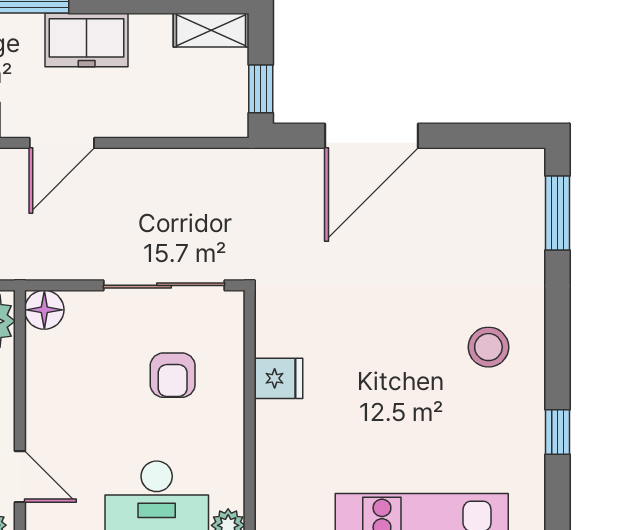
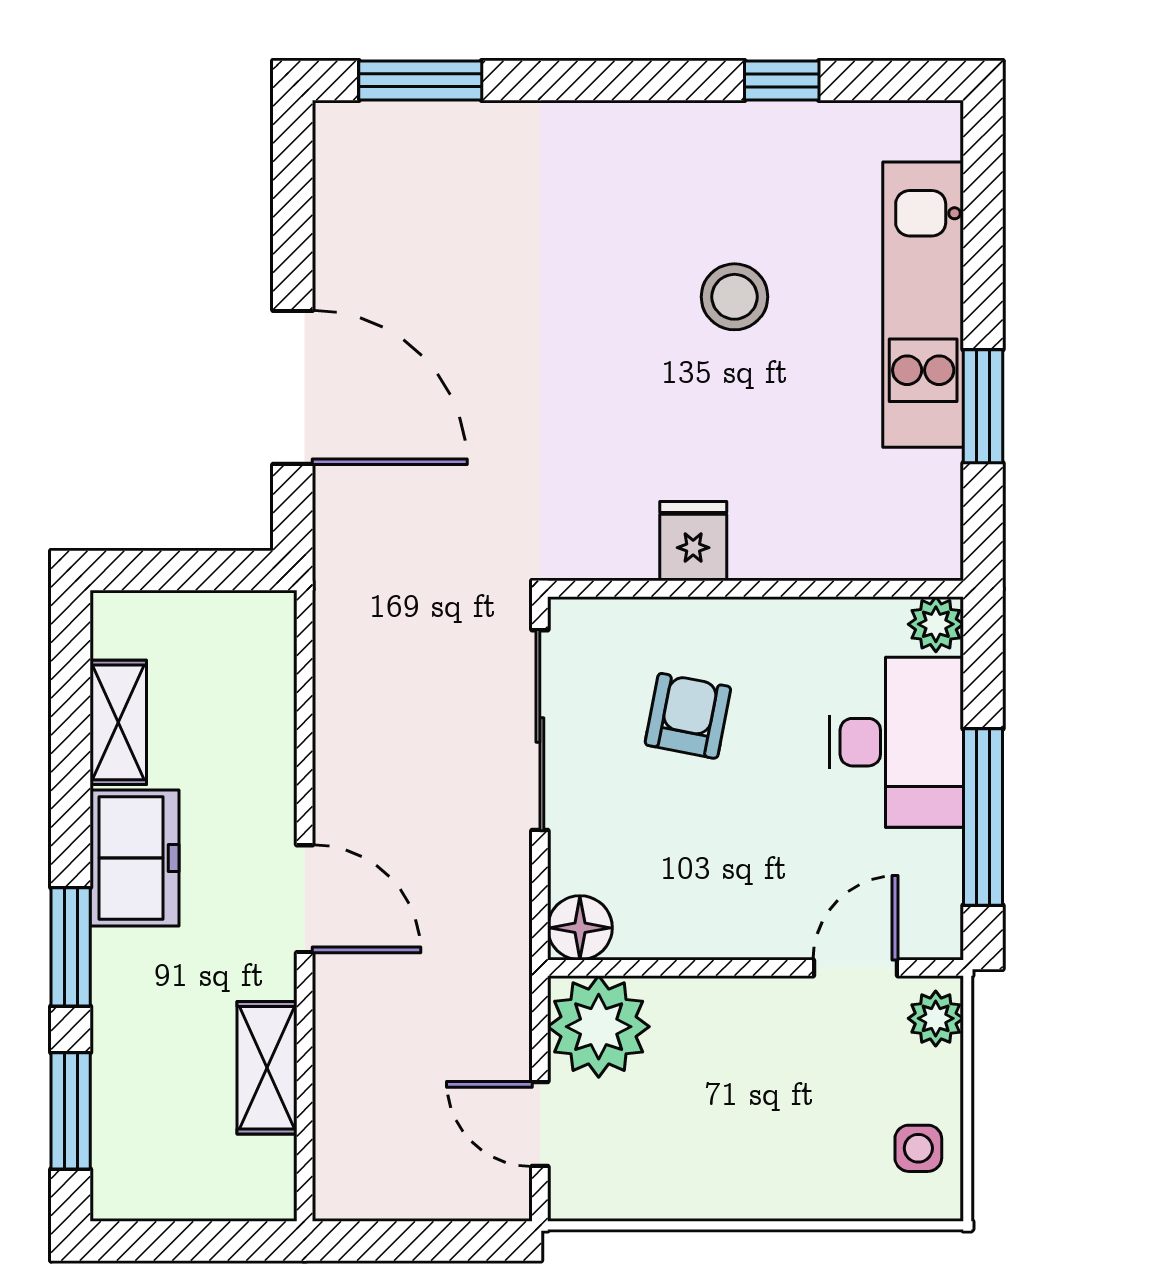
shelving: (211, 30) -> (118, 722), moved
window: (261, 89) -> (215, 571), removed
stool: (488, 347) -> (734, 297), moved
armchair: (173, 375) -> (688, 716), turned -79

